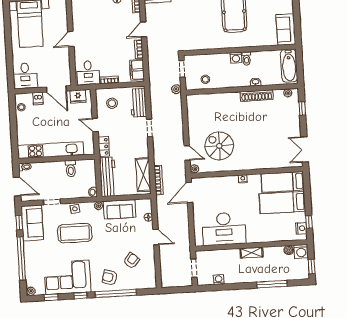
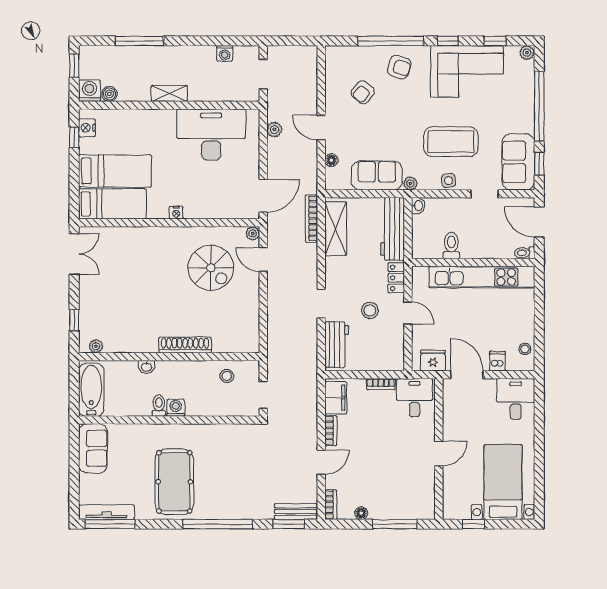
plant: (176, 89) -> (275, 130), moved
shoe rack: (257, 96) -> (185, 345), moved
stool: (112, 103) -> (370, 310), moved

